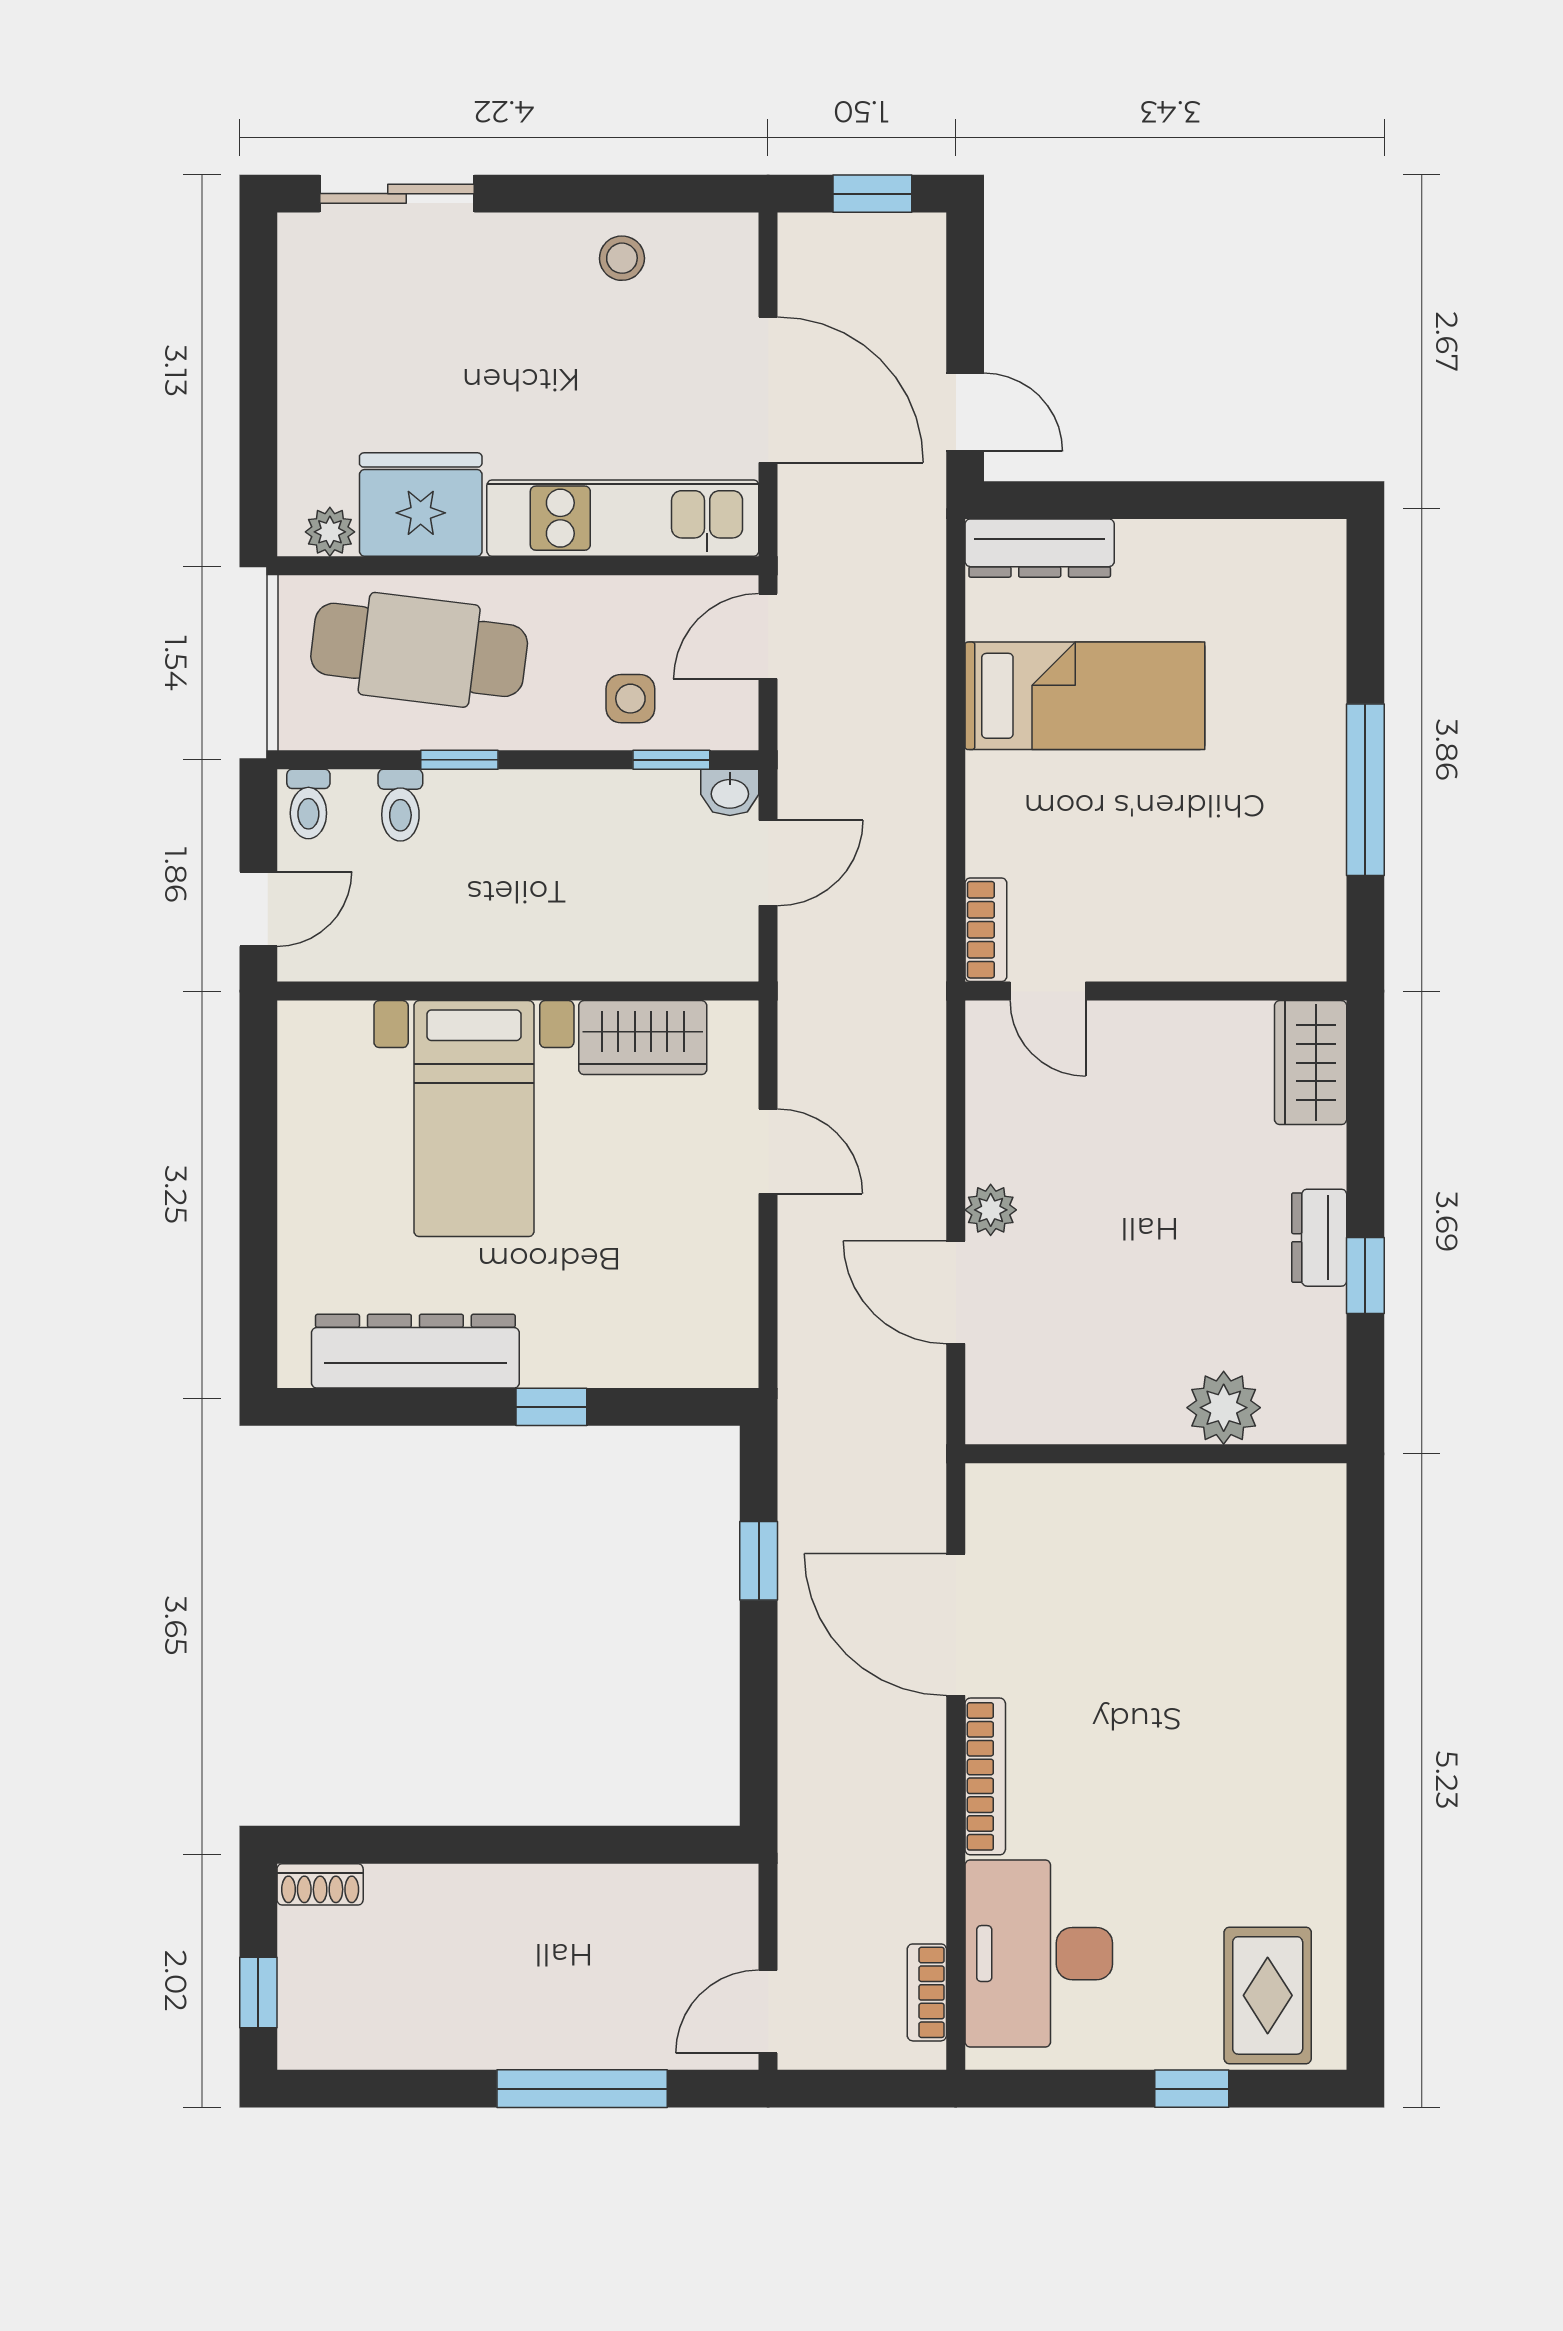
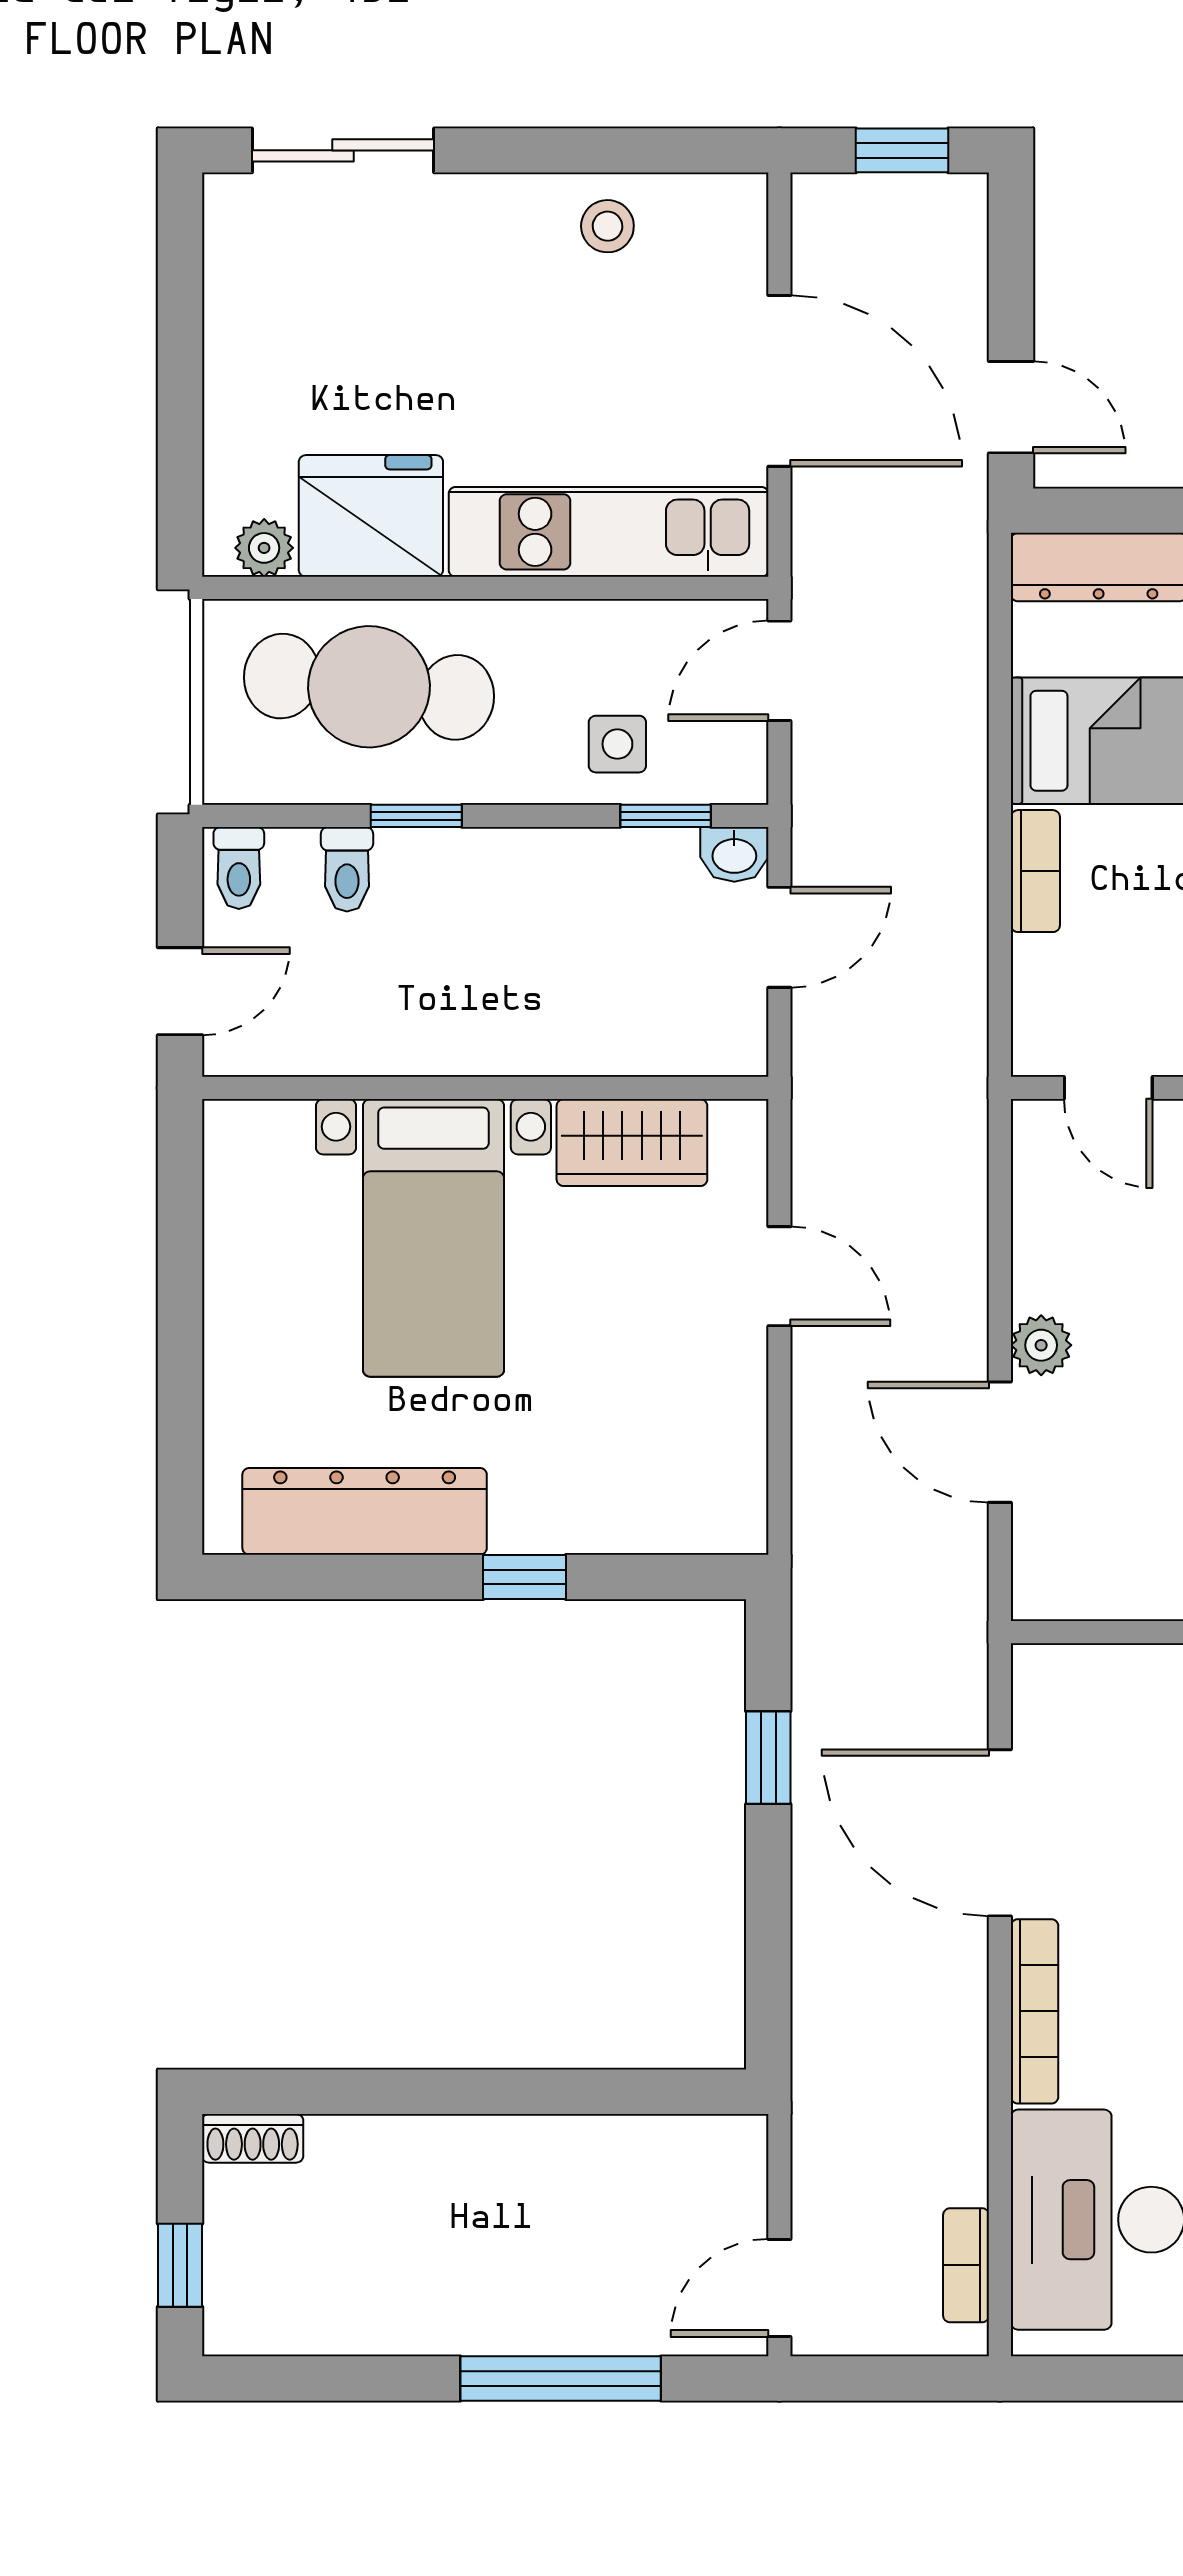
bookcase: (986, 930) -> (1035, 871), moved

